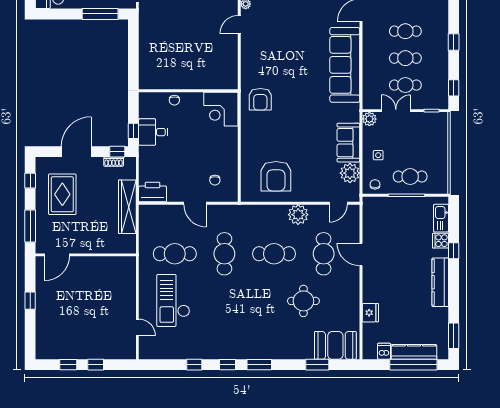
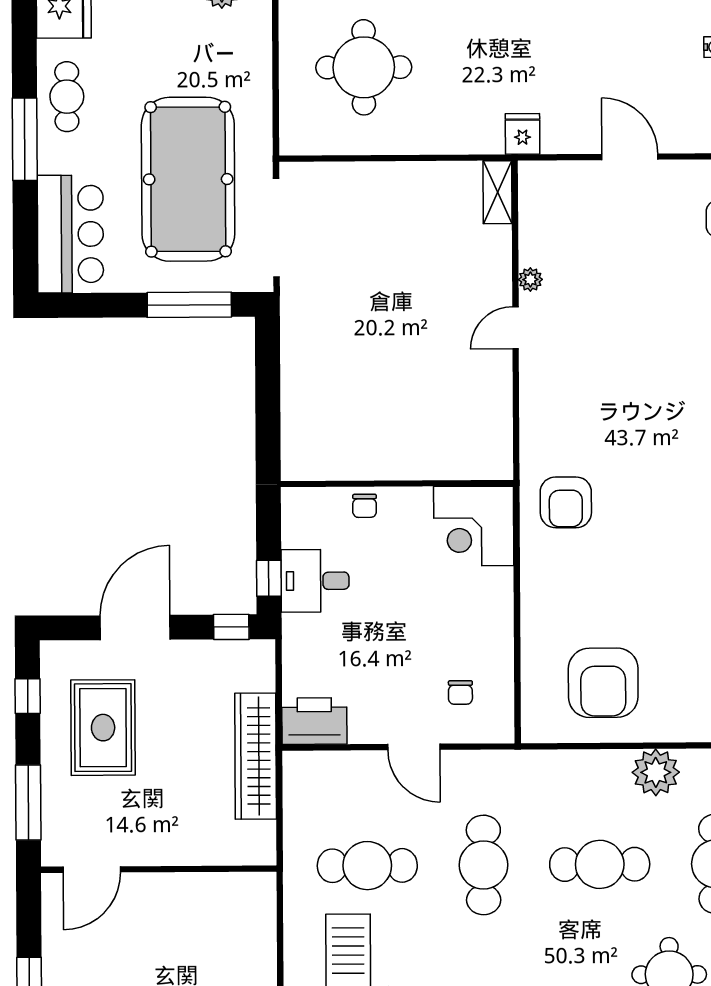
shoe rack: (114, 162) -> (223, 651), removed

